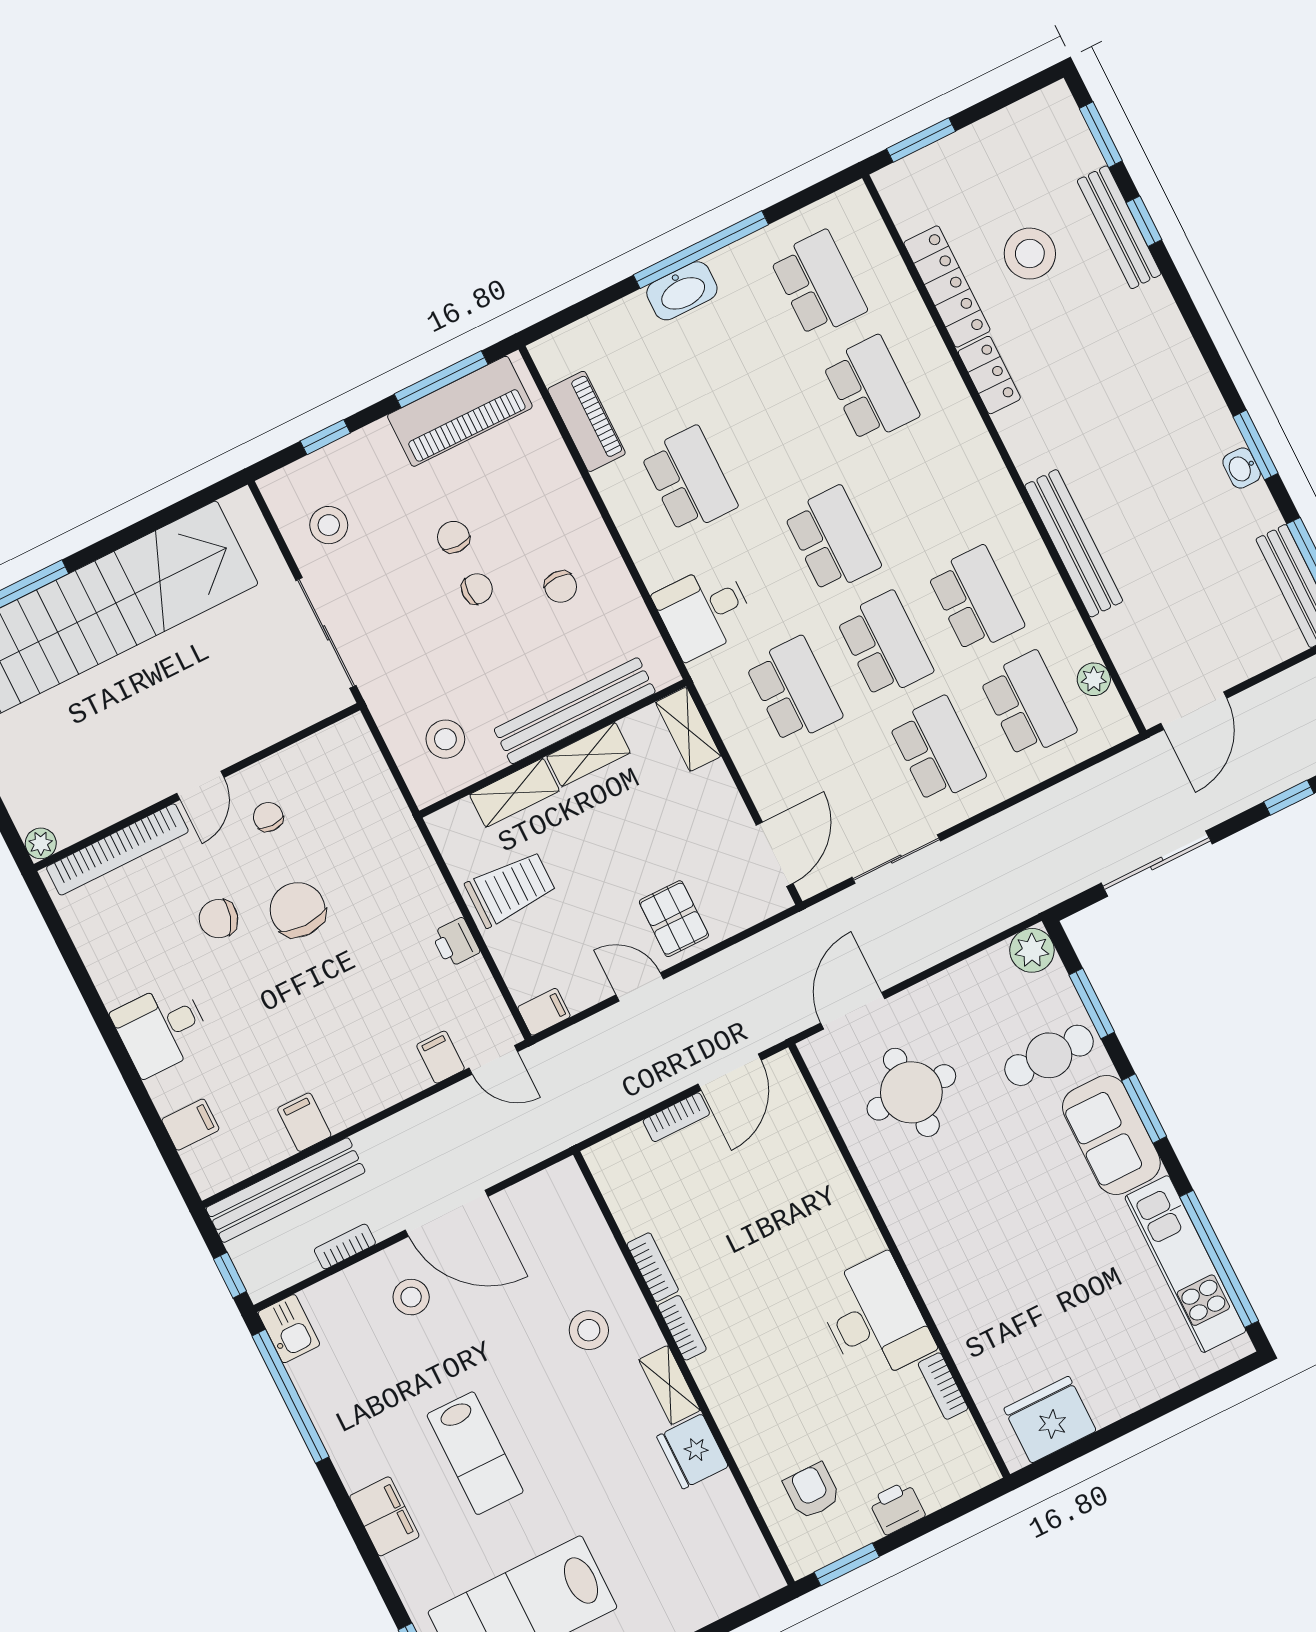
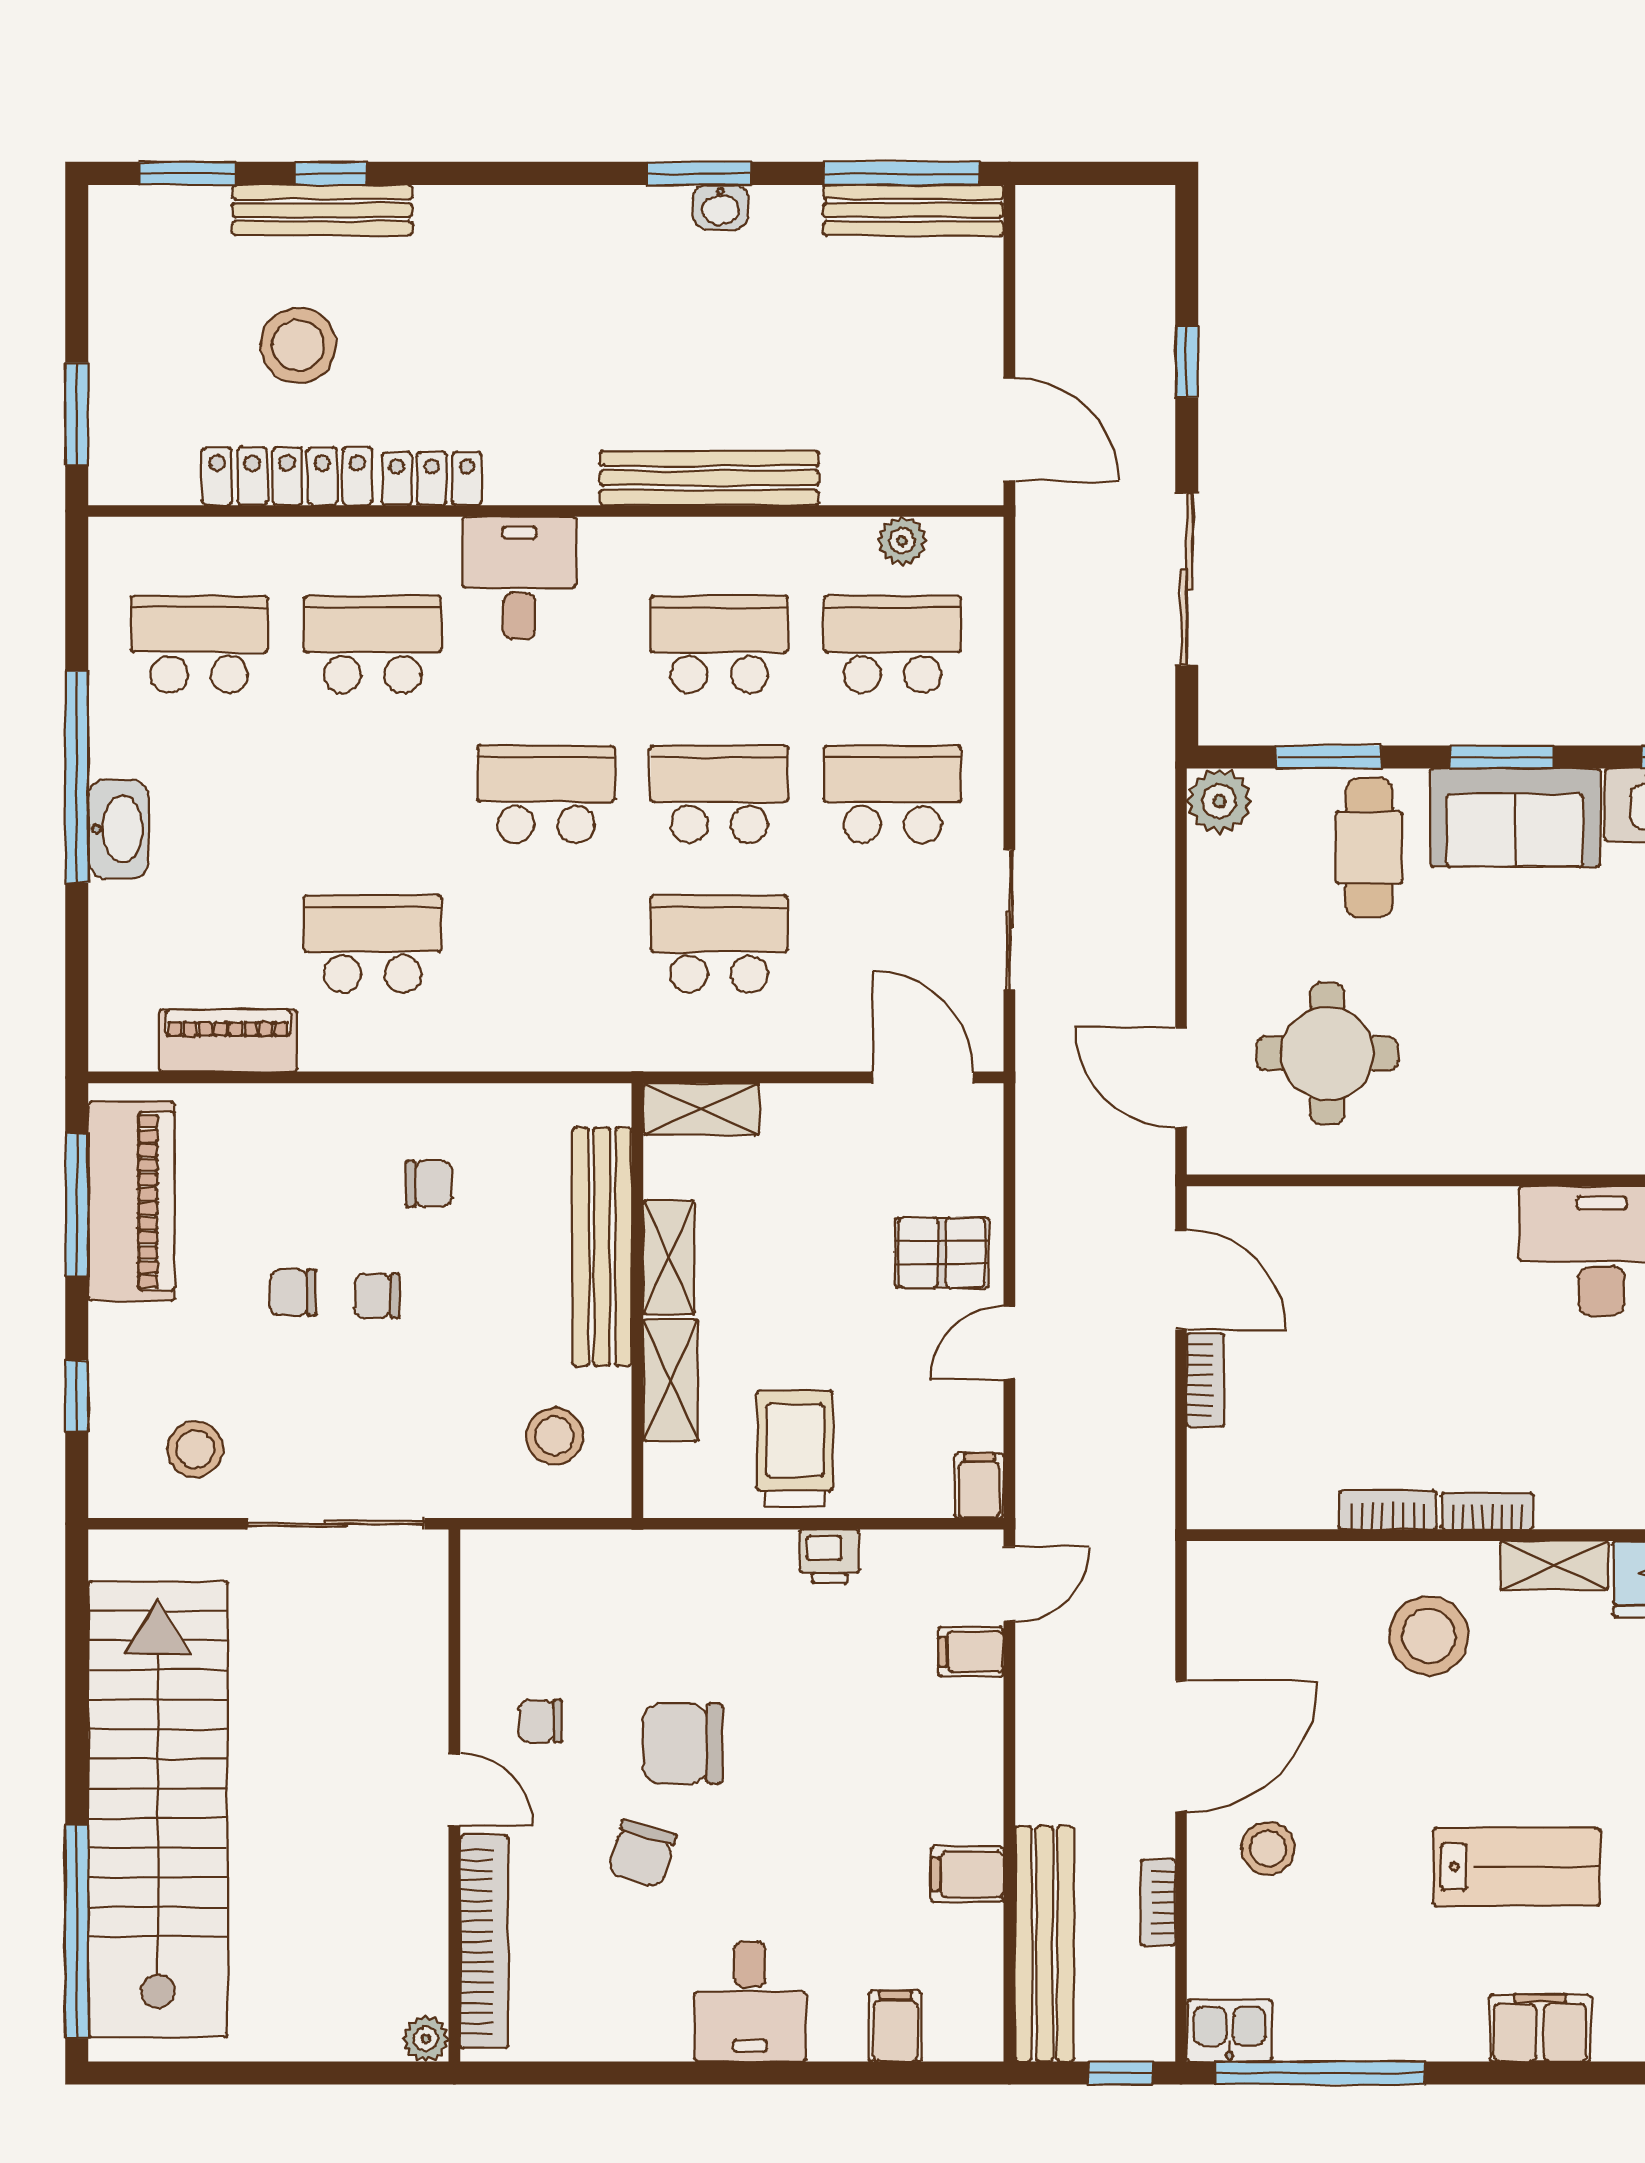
chair: (477, 589) -> (377, 1296), turned -90
desk: (704, 611) -> (519, 578), moved, turned 180
stool: (589, 1330) -> (1429, 1636), width x1.38, depth x1.38

